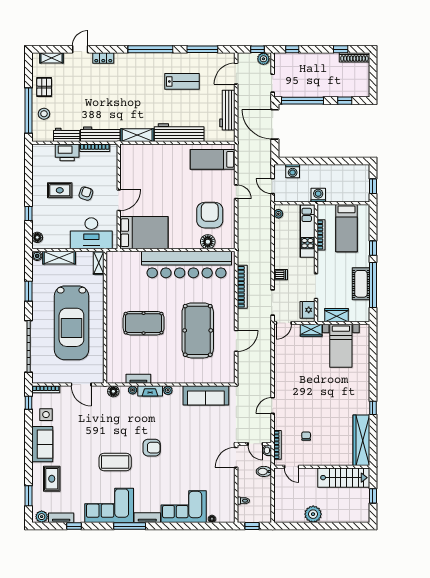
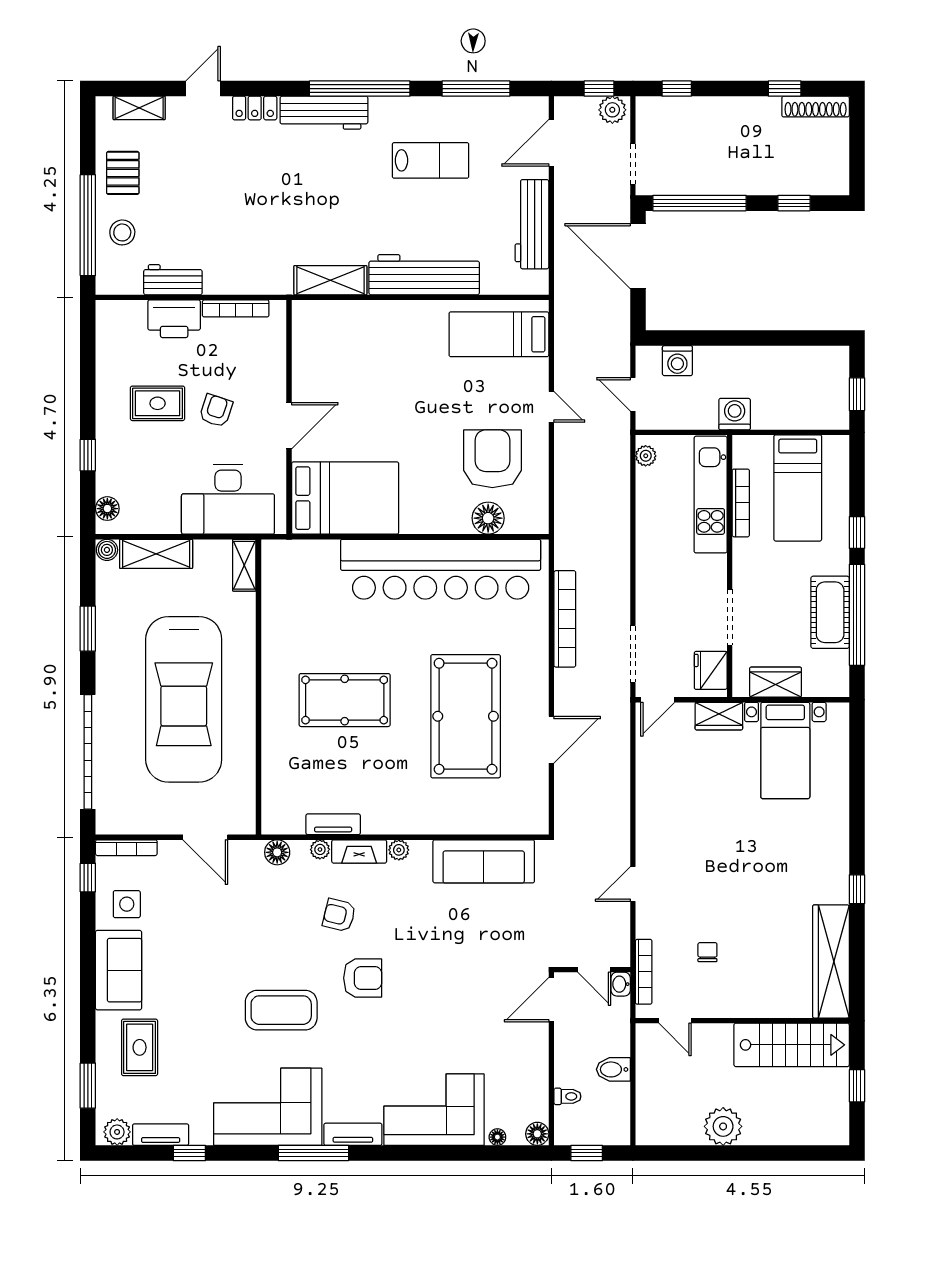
workbench: (100, 134) -> (324, 113), moved, turned 180
dishwasher: (281, 275) -> (650, 592), removed
armchair: (141, 420) -> (339, 915), added
bidet: (264, 471) -> (613, 1069), moved
floor lamp: (230, 517) -> (537, 1134), added

